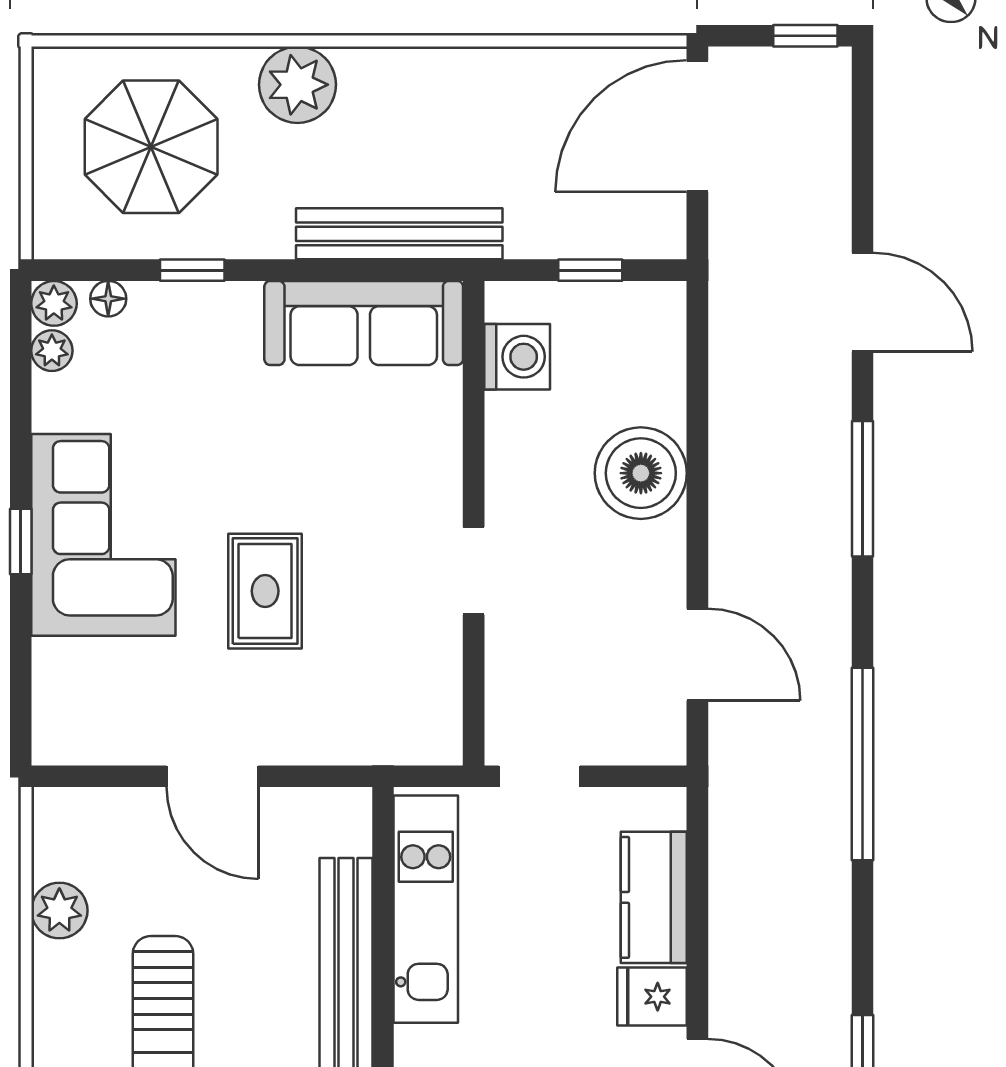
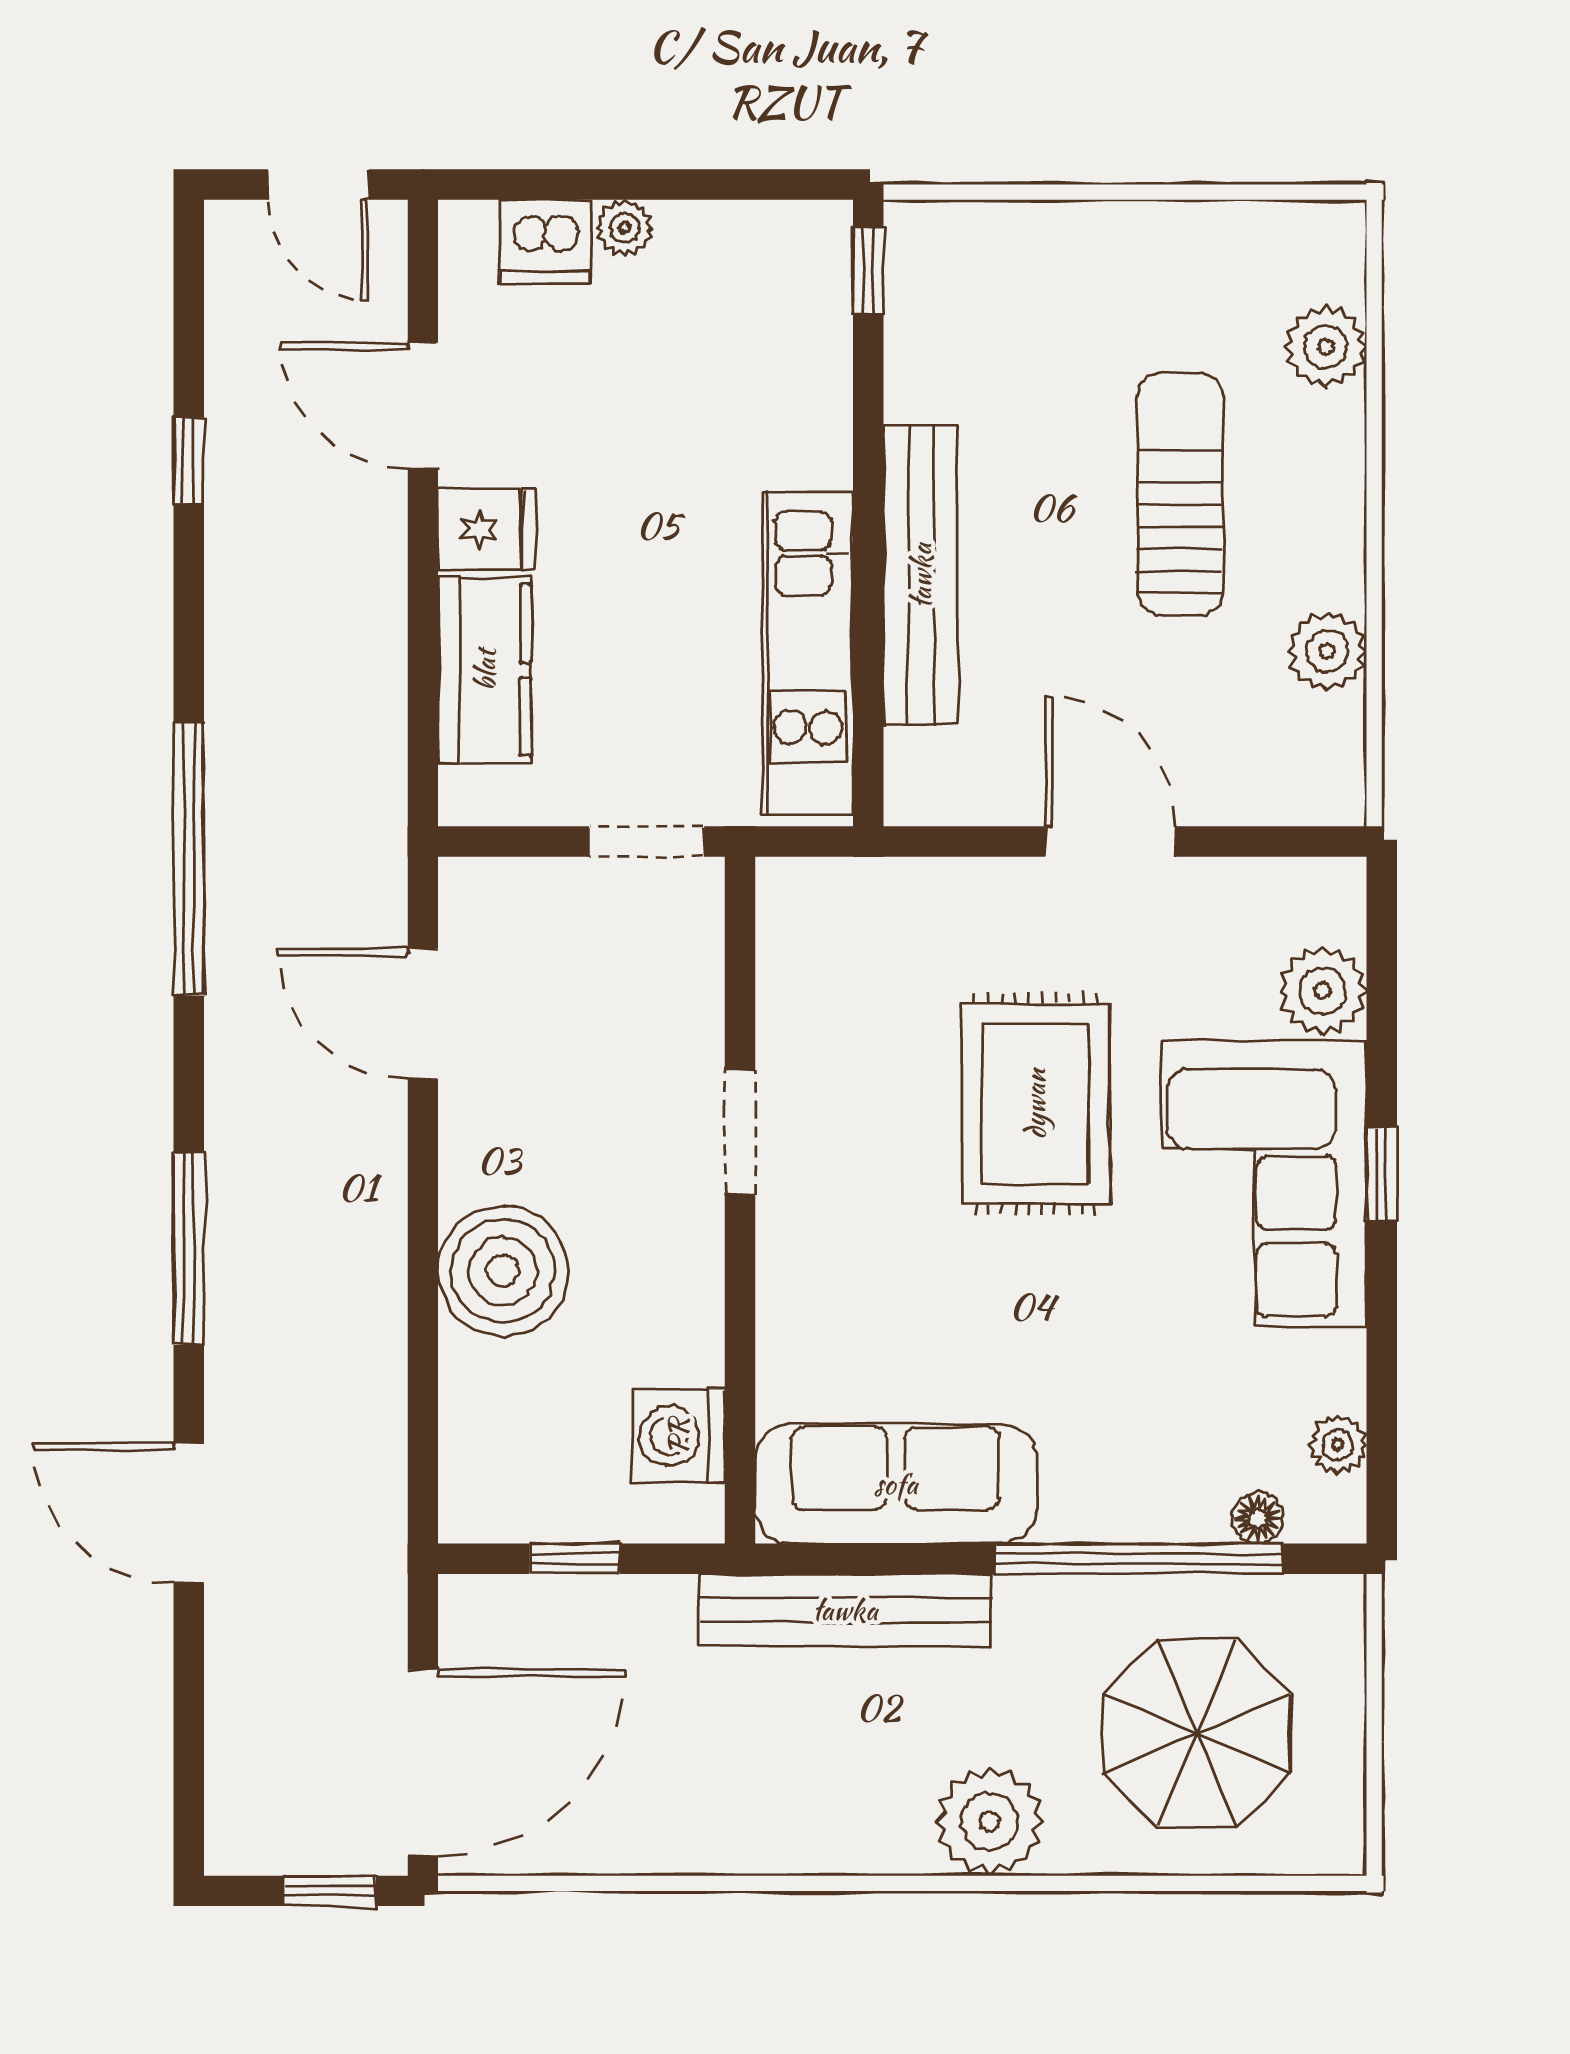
window: (805, 36) -> (330, 1891), moved
window: (192, 270) -> (1139, 1559), width x3.17
plant: (54, 303) -> (1323, 991), moved, width x1.38, depth x1.38
rug: (265, 591) -> (1035, 1104), width x1.36, depth x1.43

